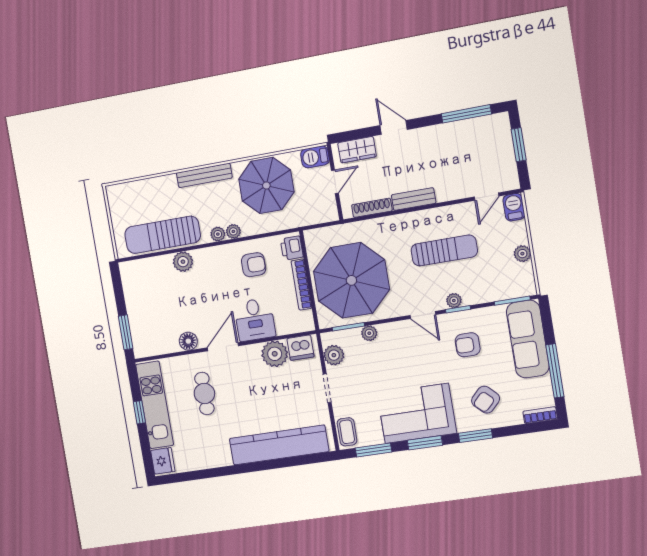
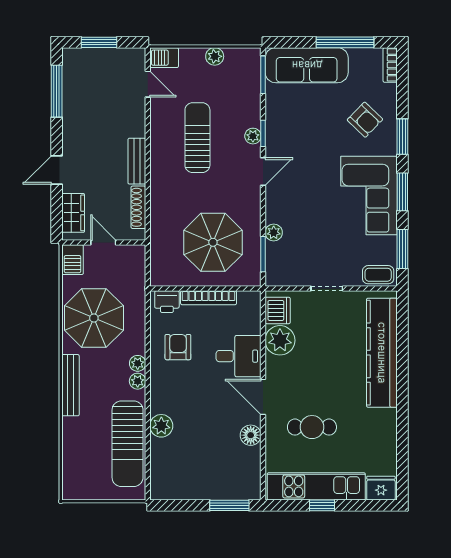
parasol: (351, 280) -> (213, 242), width x0.73, depth x0.73
armchair: (468, 345) -> (303, 129), removed
plant: (334, 355) -> (292, 275), removed

